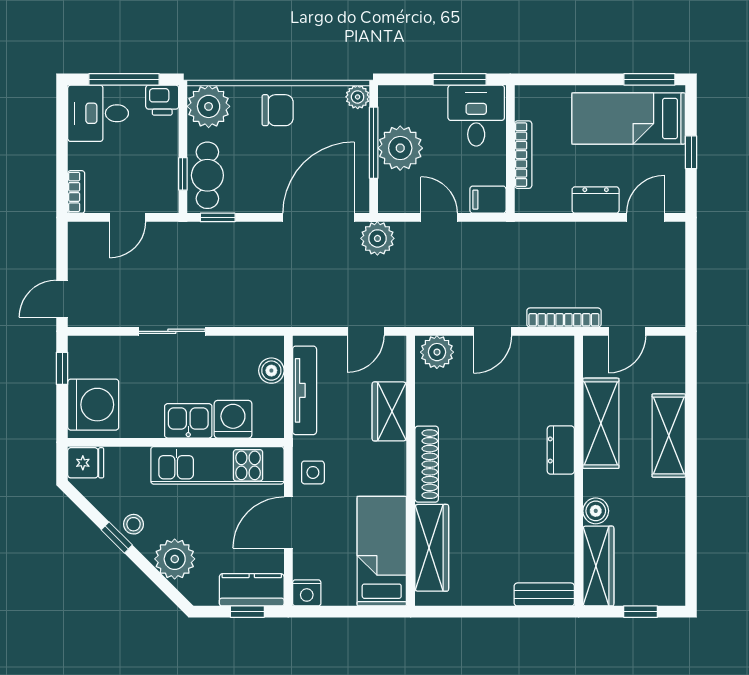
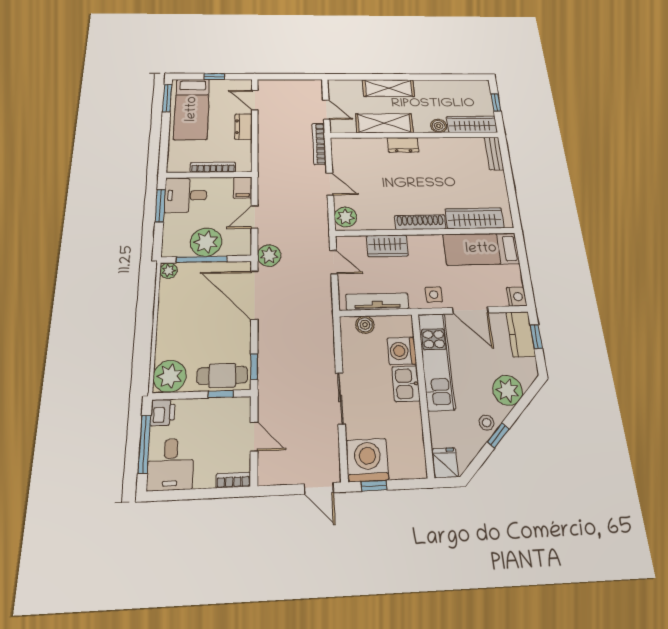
chair: (278, 110) -> (175, 325), removed
washing machine: (93, 405) -> (368, 460), moved

